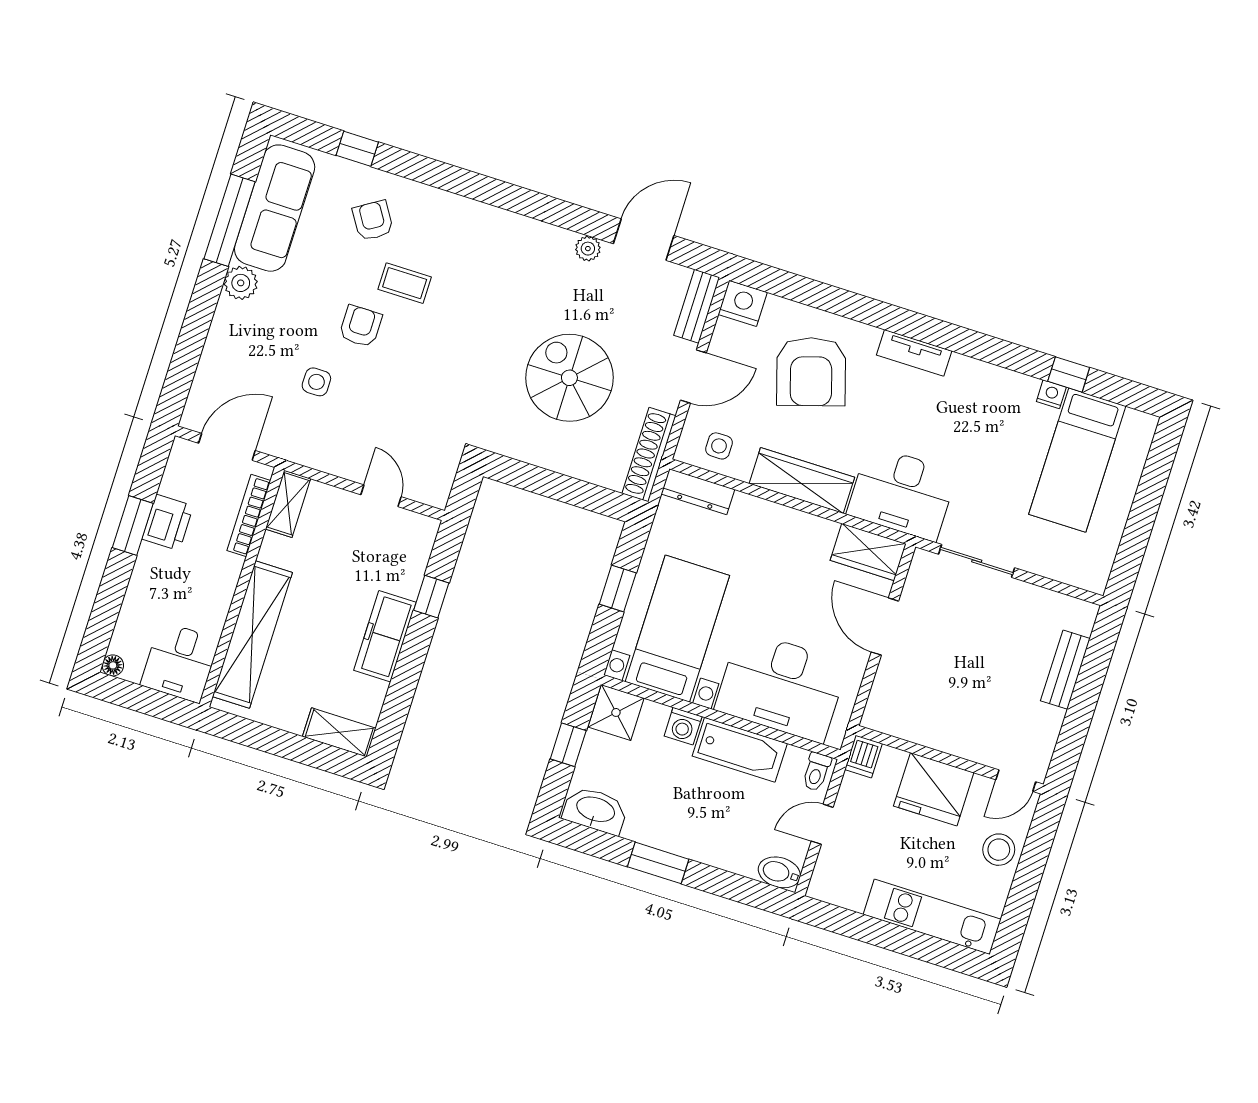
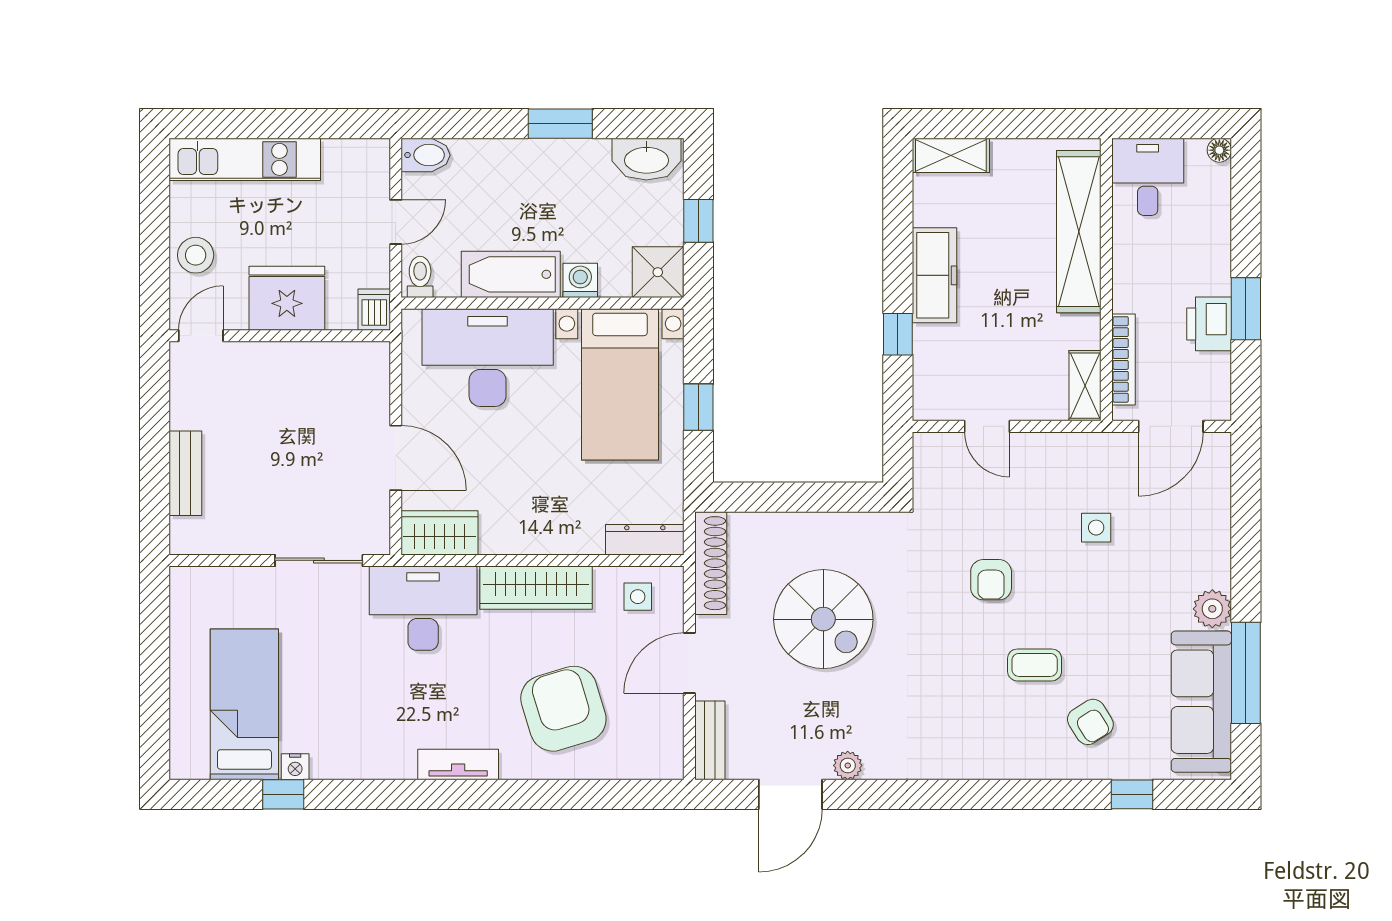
nightstand: (743, 303) -> (661, 759), removed
armchair: (361, 326) -> (991, 580), moved

